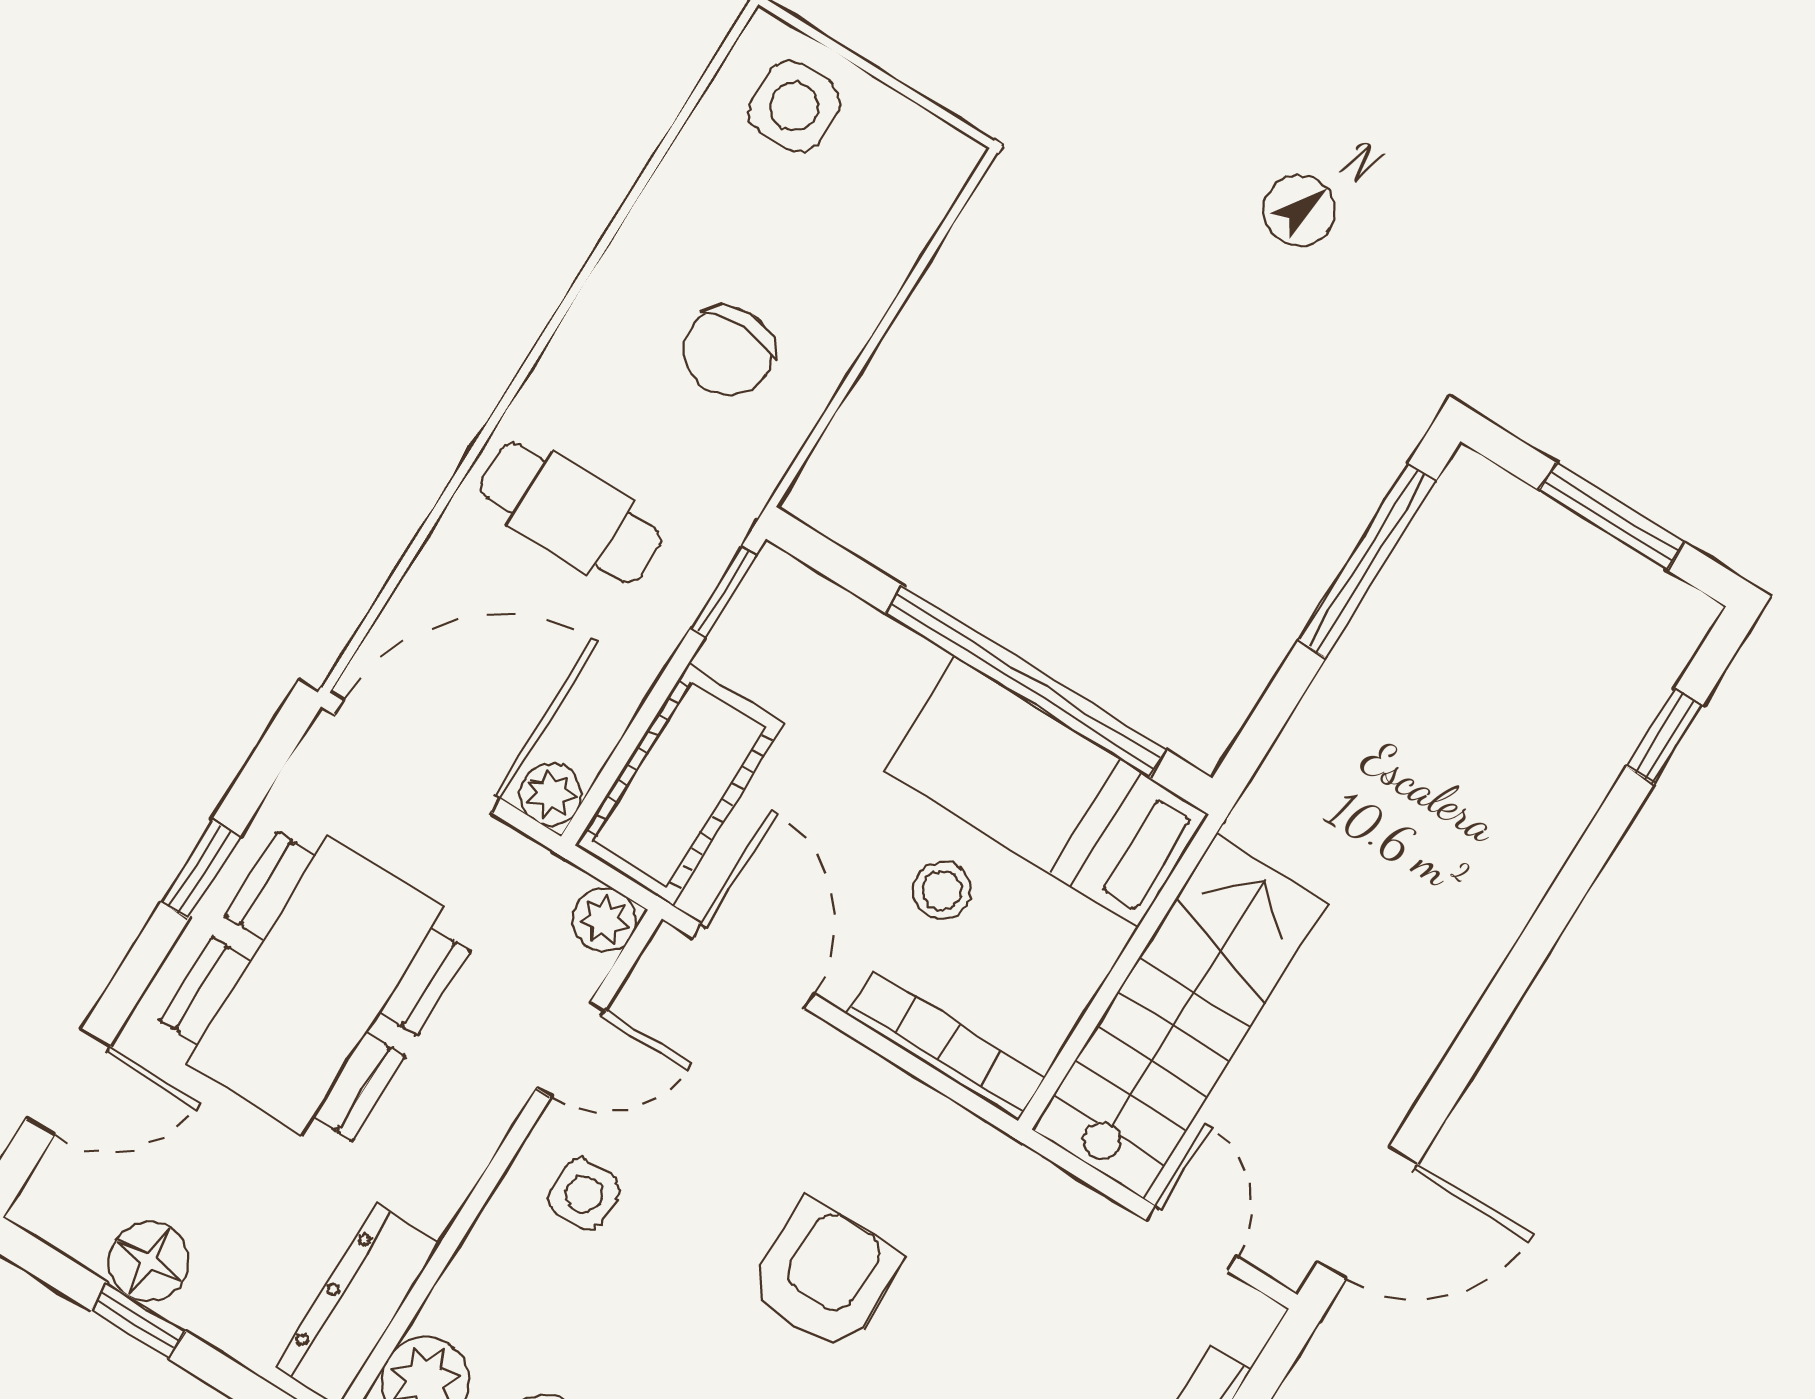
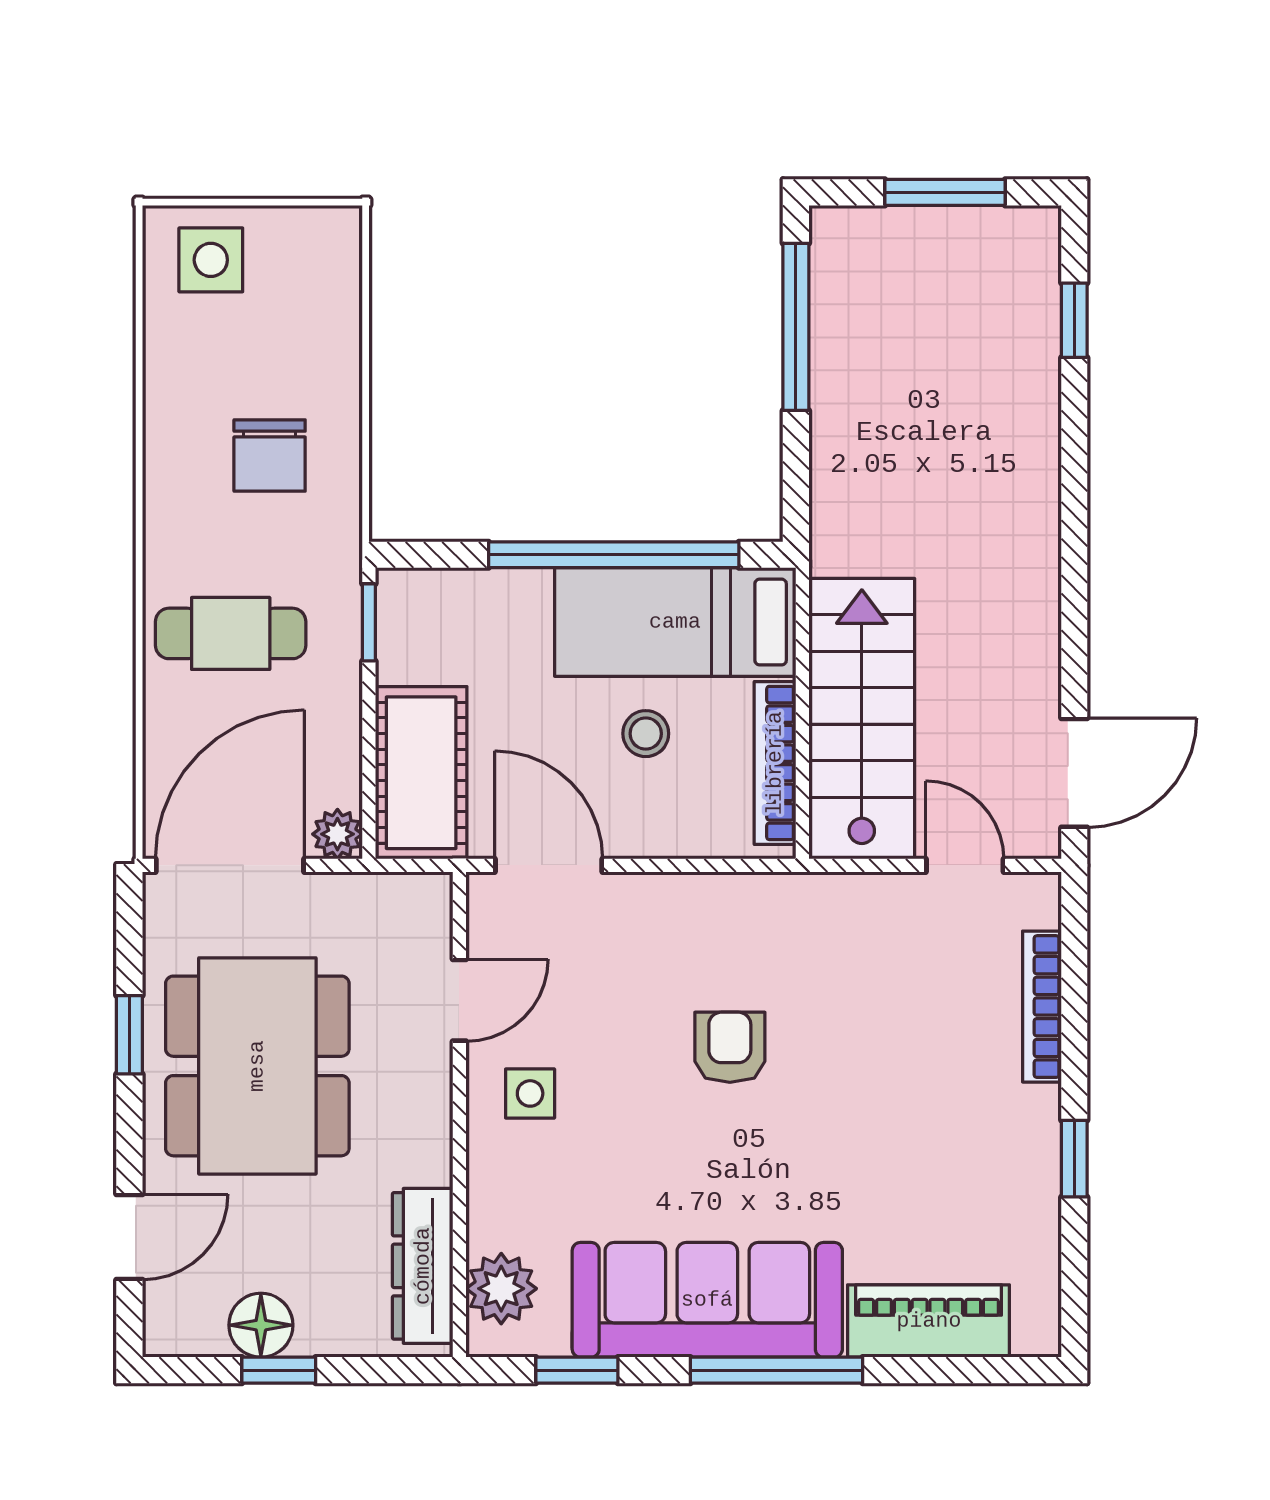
plant: (604, 920) -> (427, 898), removed
bookcase: (946, 1046) -> (775, 763), moved, turned -90
armchair: (825, 1276) -> (730, 1047), width x0.72, depth x0.72

